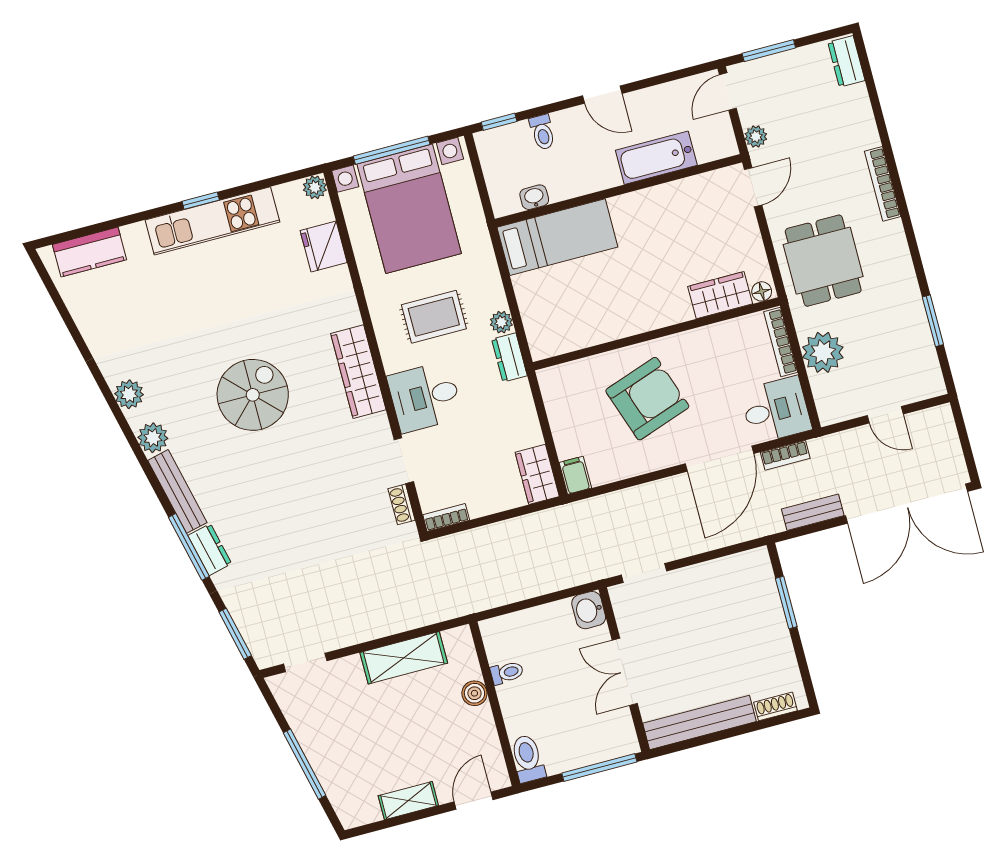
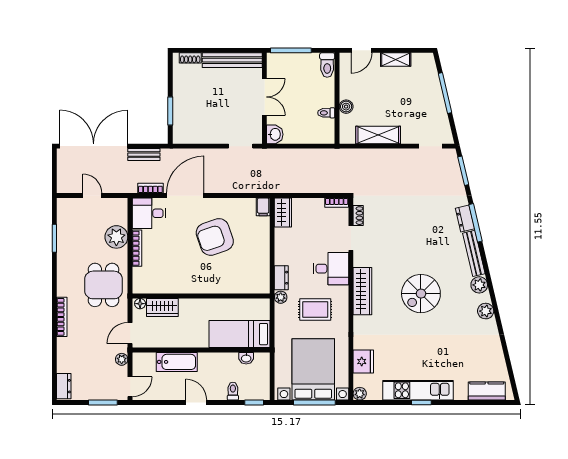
floor lamp: (762, 291) -> (140, 304), moved
wardrobe: (720, 295) -> (162, 307), moved
wall: (656, 334) -> (201, 296), moved

